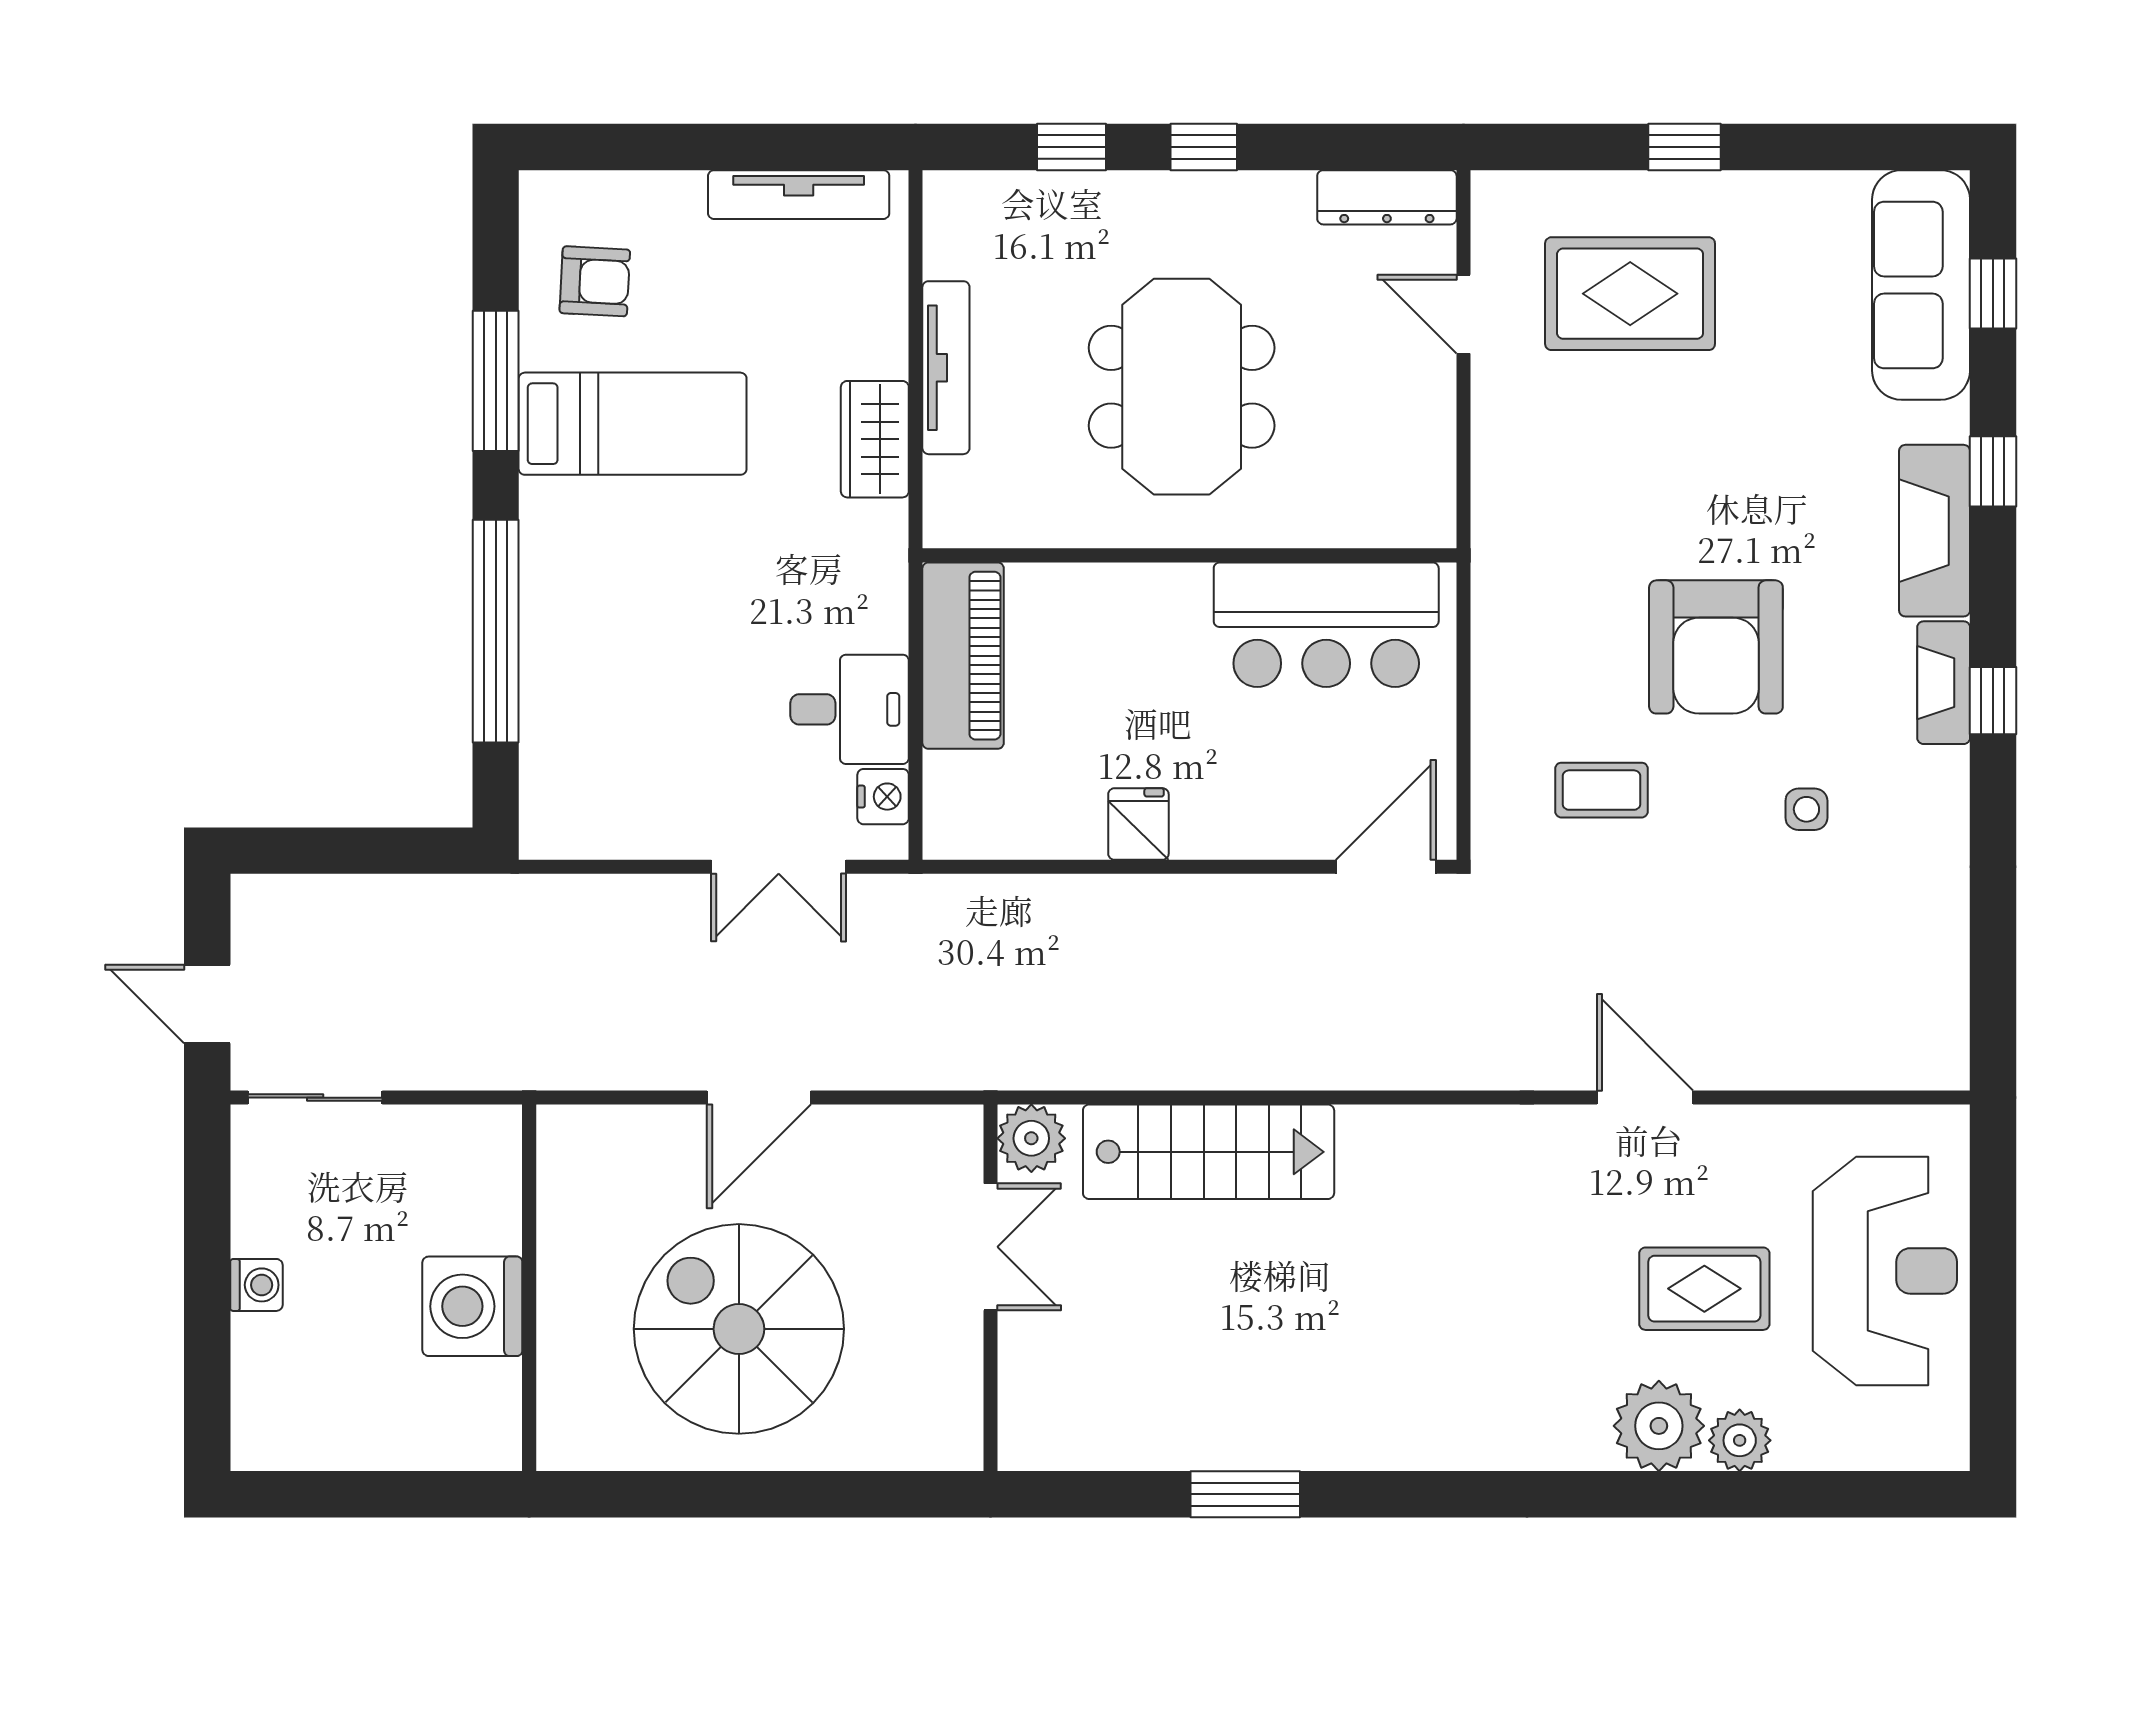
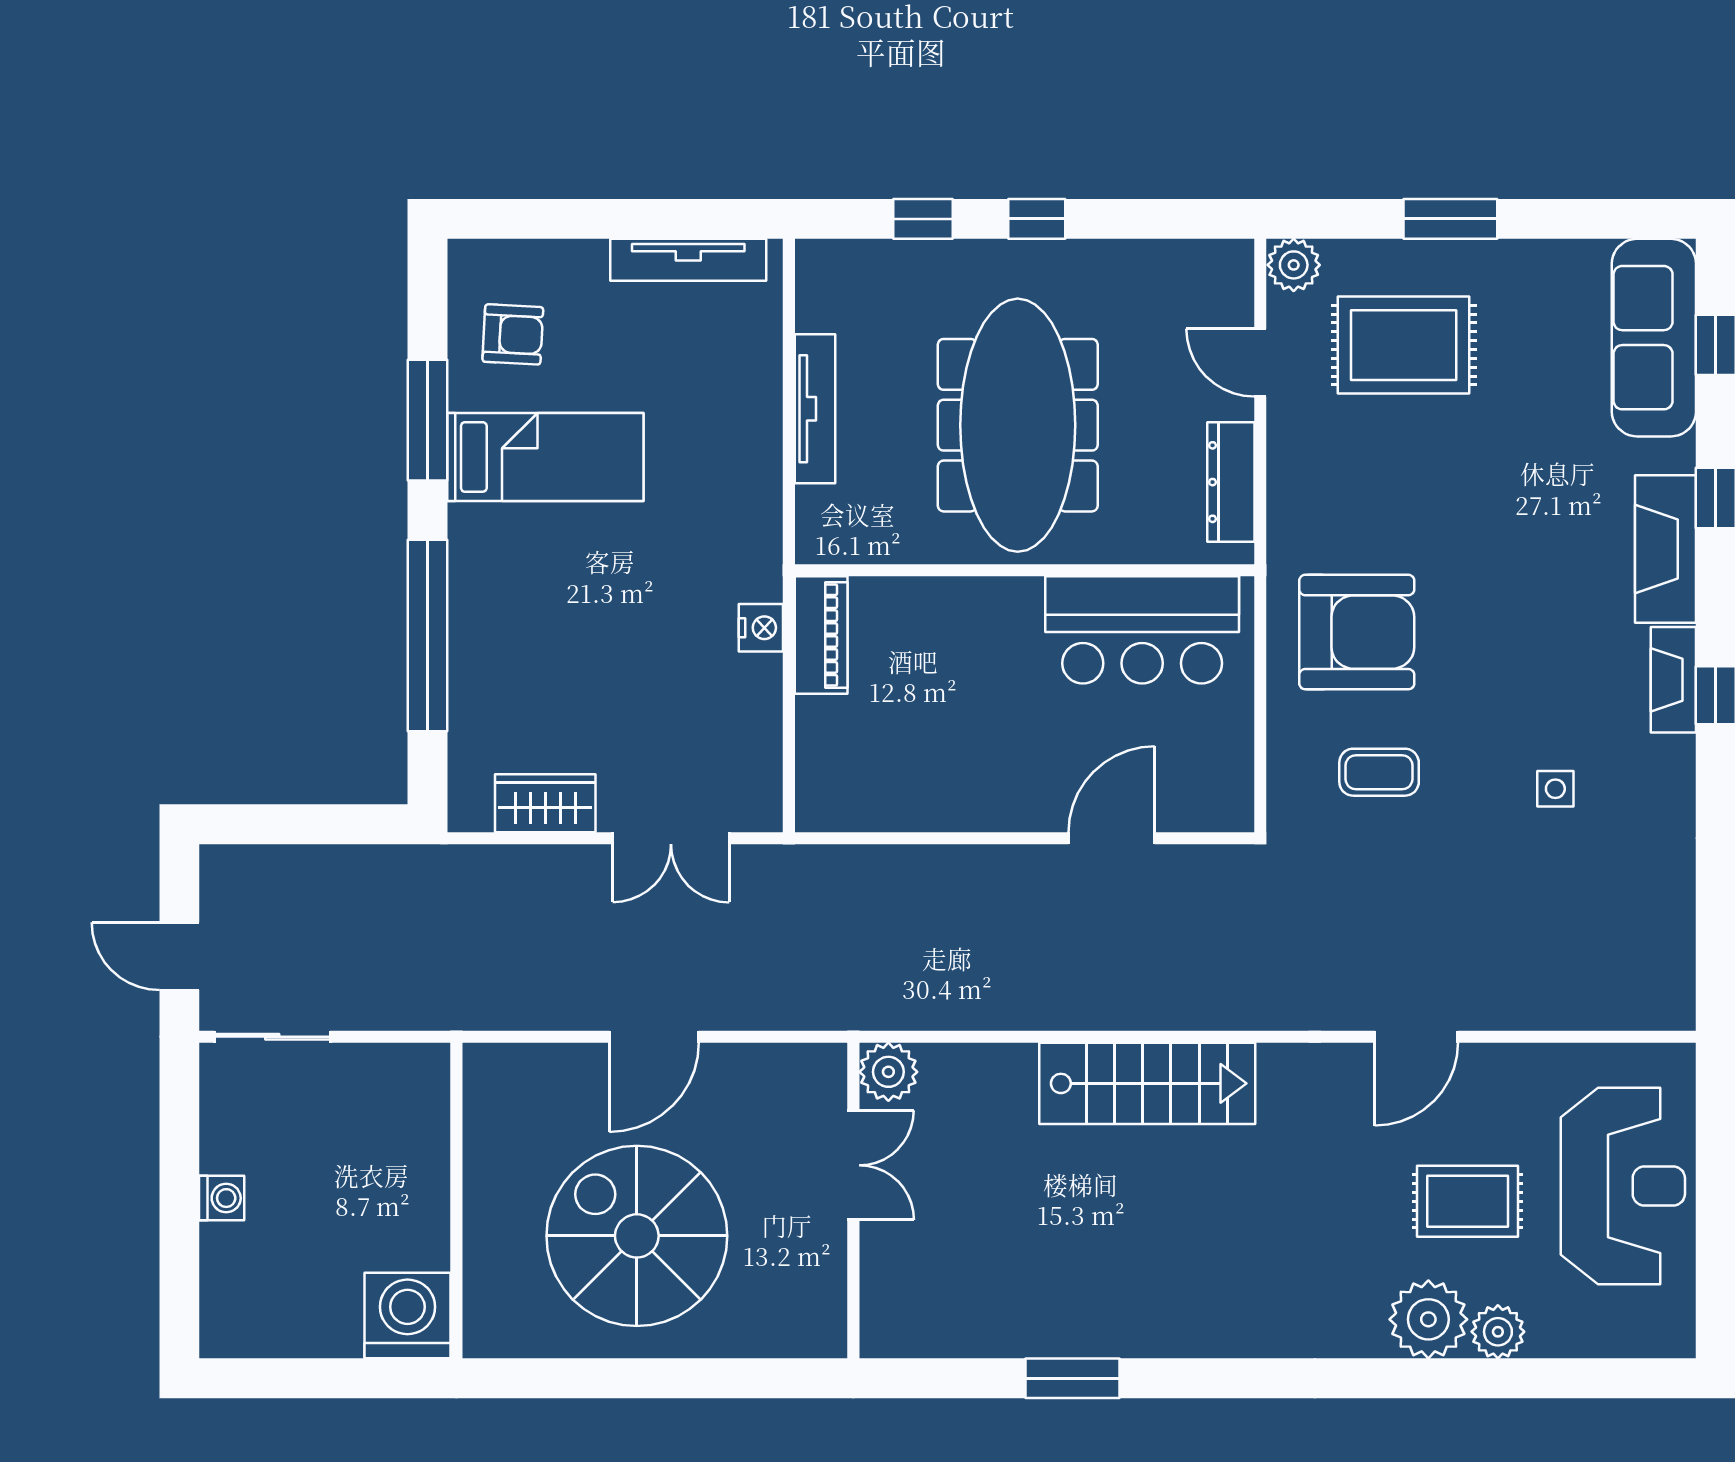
window: (1685, 147) -> (1450, 219), width x1.50
dresser: (1387, 197) -> (1231, 482), moved, turned 90
plant: (1502, 201) -> (1294, 265), added
meeting table: (1182, 387) -> (1018, 425), width x1.36
wardrobe: (875, 439) -> (545, 803), moved, turned 90
armchair: (1716, 647) -> (1357, 632), moved, turned -90
piano: (963, 656) -> (821, 635), width x0.73, depth x0.75
desk: (850, 709) -> (732, 703), removed
nightstand: (883, 797) -> (761, 628), moved
fridge: (1138, 824) -> (981, 801), removed
door: (1386, 867) -> (1112, 838), moved
door: (1645, 1098) -> (1416, 1037), swing flipped
stairs: (1209, 1152) -> (1147, 1083), moved
washing machine: (472, 1306) -> (407, 1315), moved, turned 90

